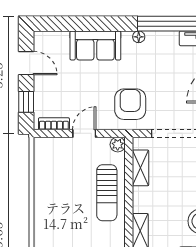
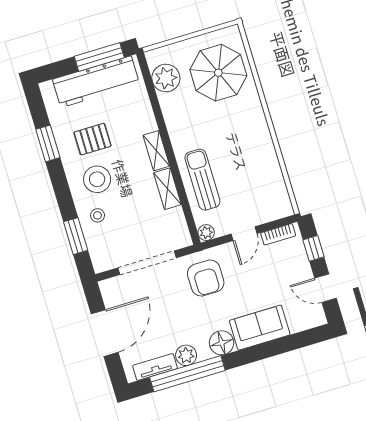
floor lamp: (139, 37) -> (222, 343), width x1.89, depth x1.89
plant: (168, 40) -> (186, 355), added
shelving: (140, 168) -> (167, 189), moved

